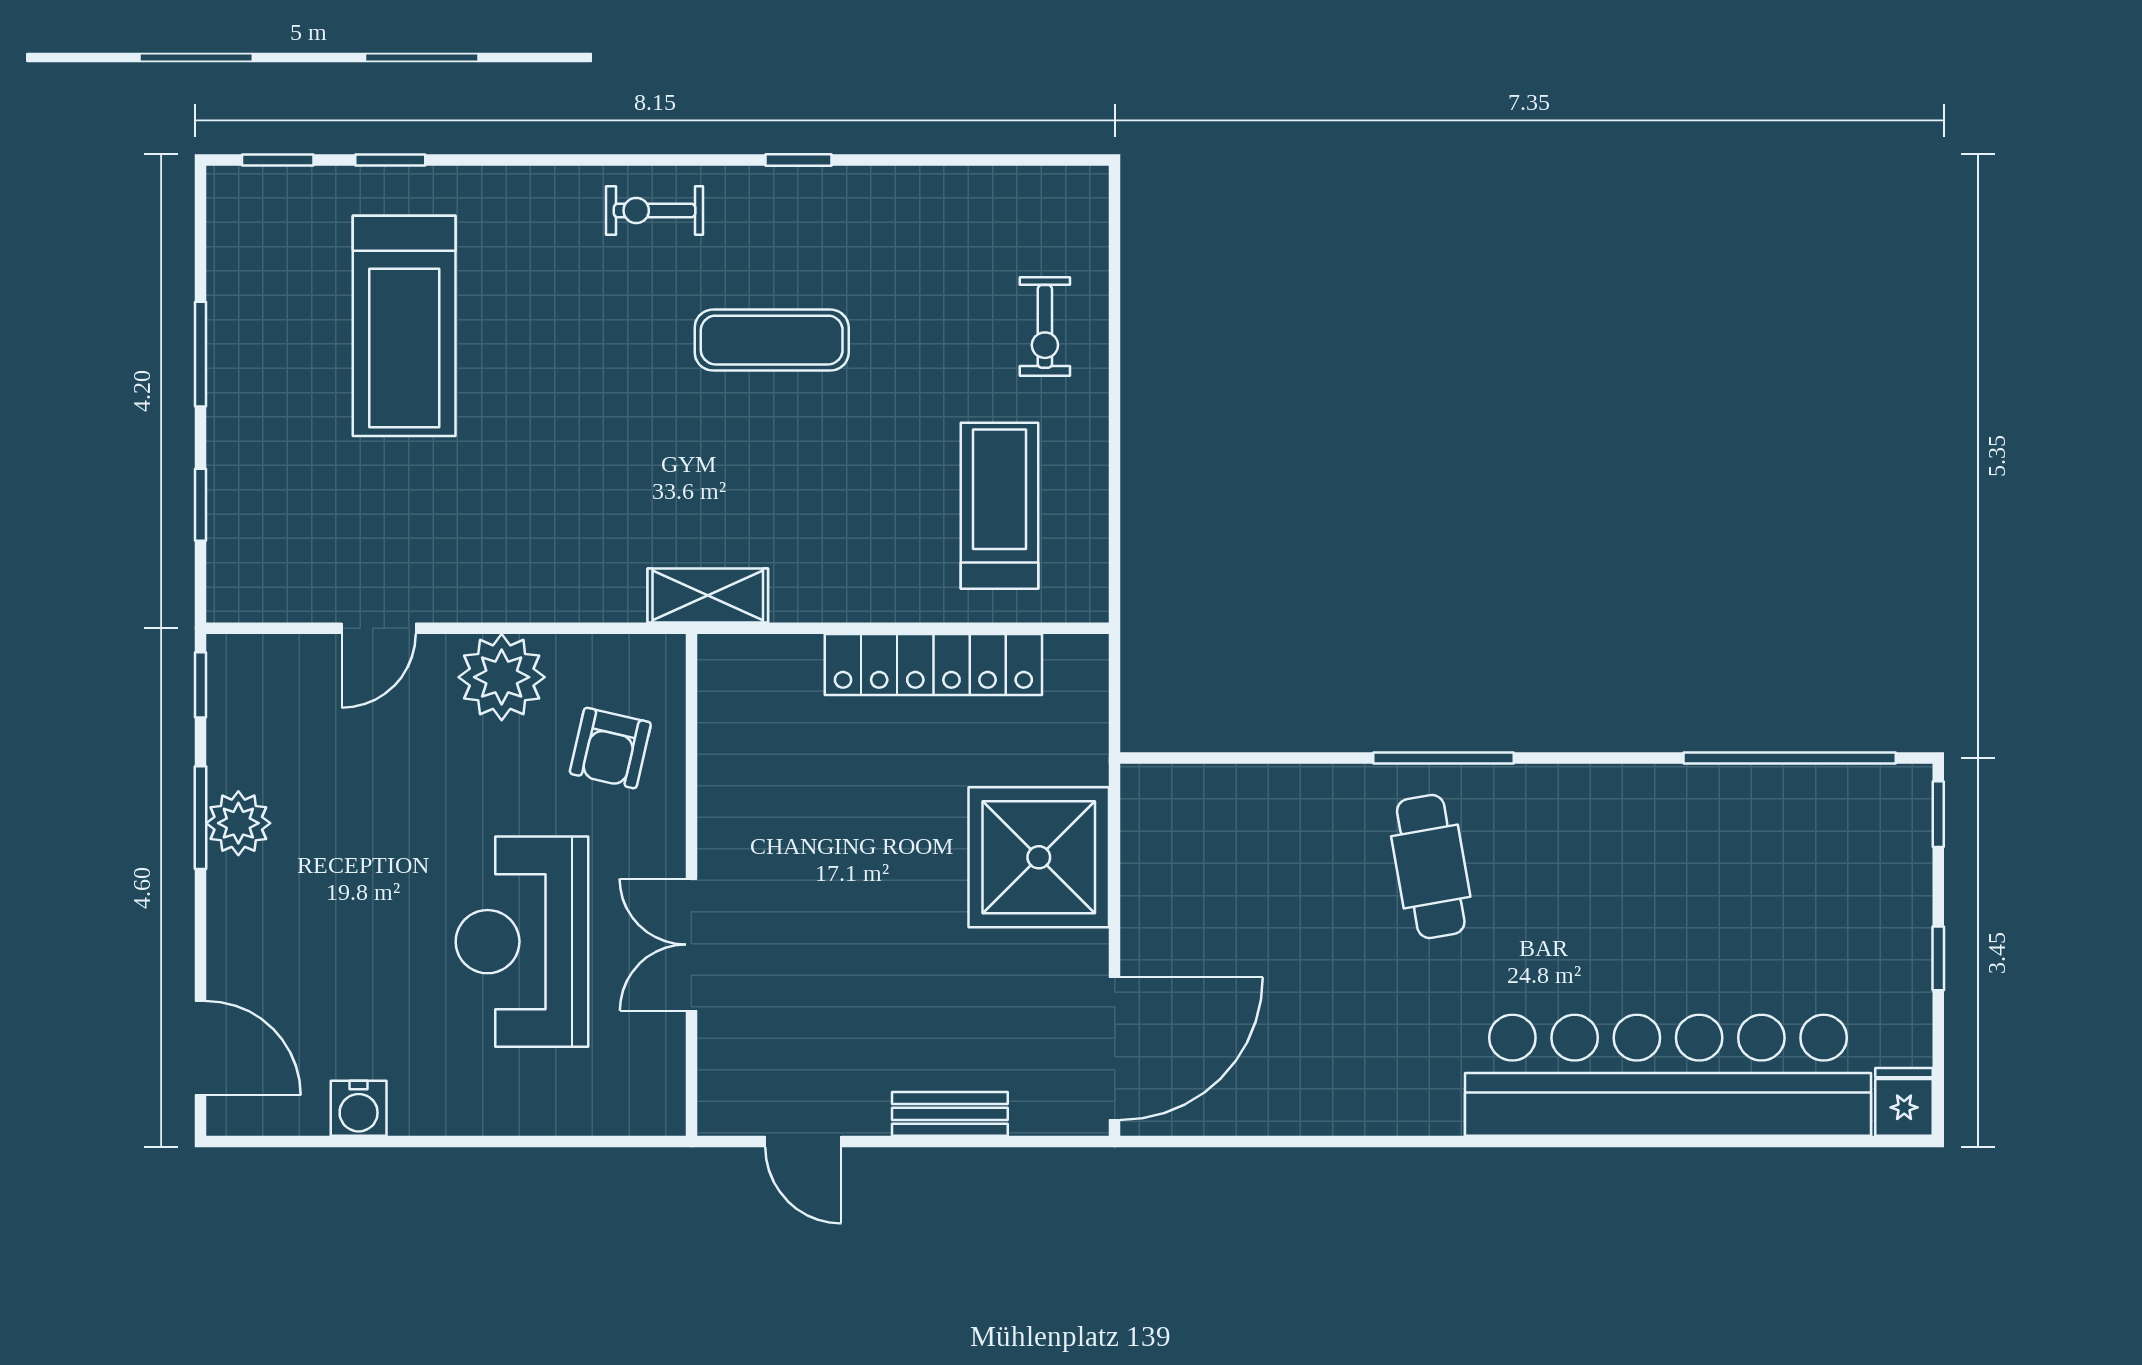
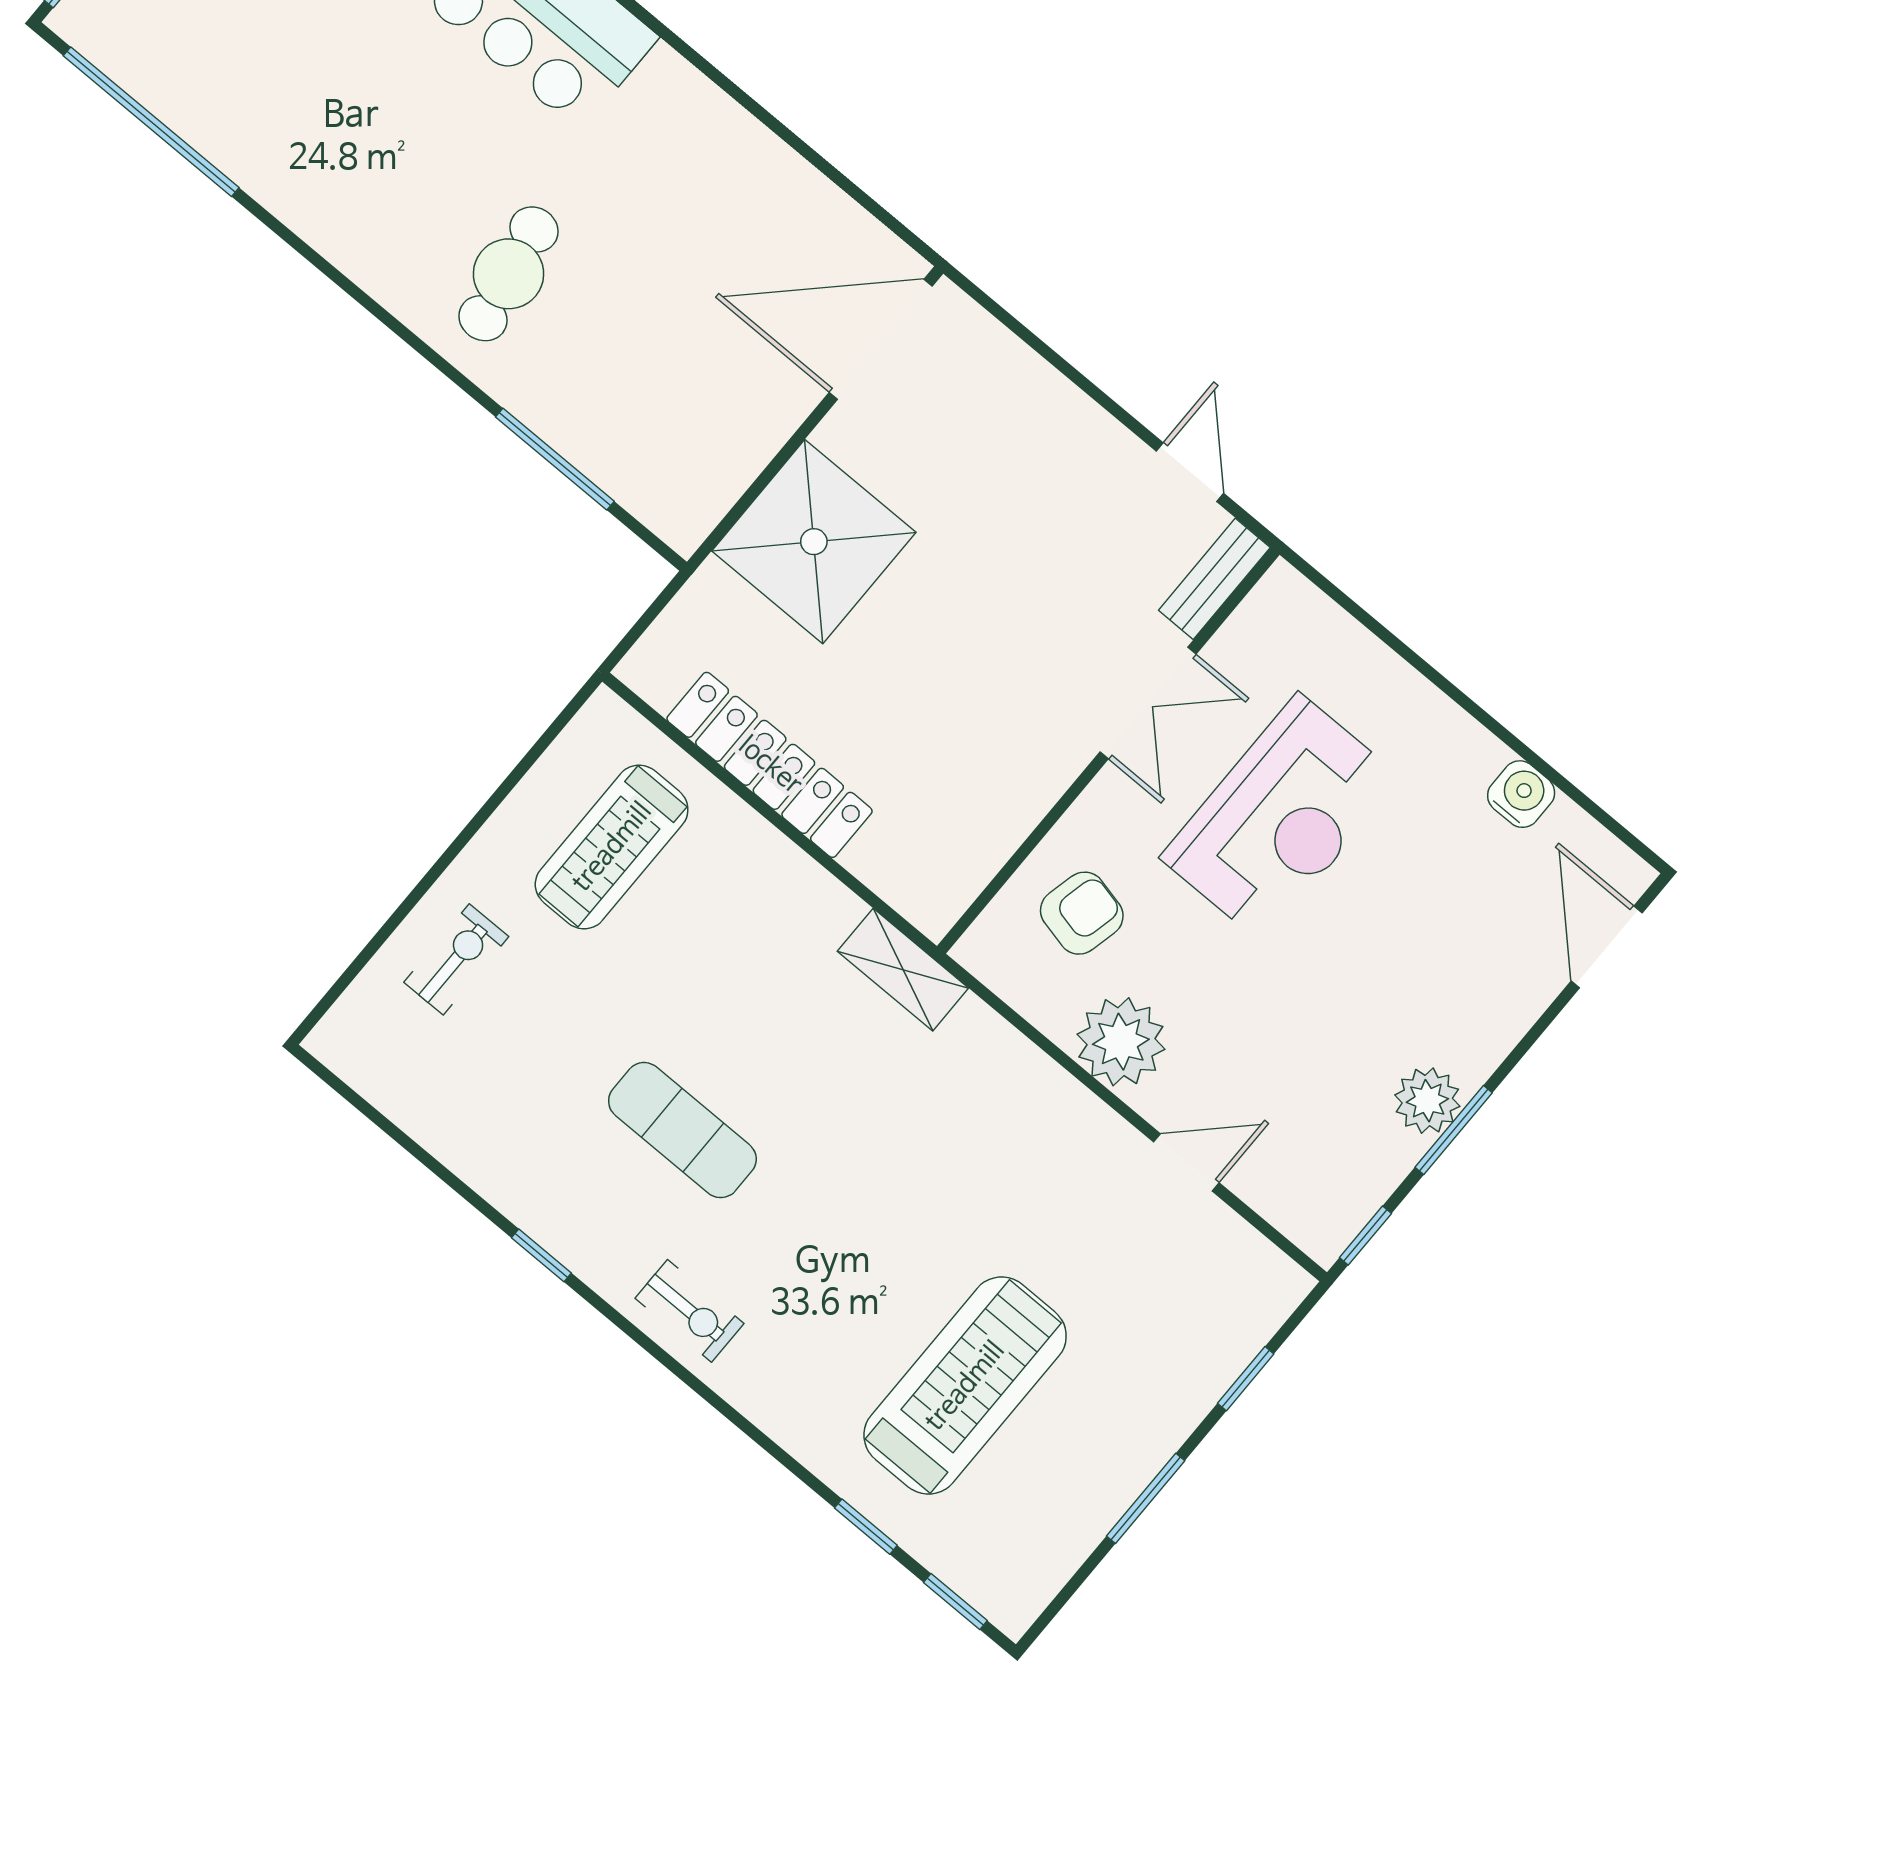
window: (1443, 758) -> (555, 459), moved
bench: (950, 1114) -> (1214, 579), moved, turned 90

